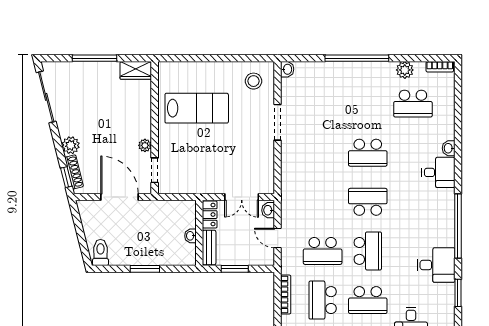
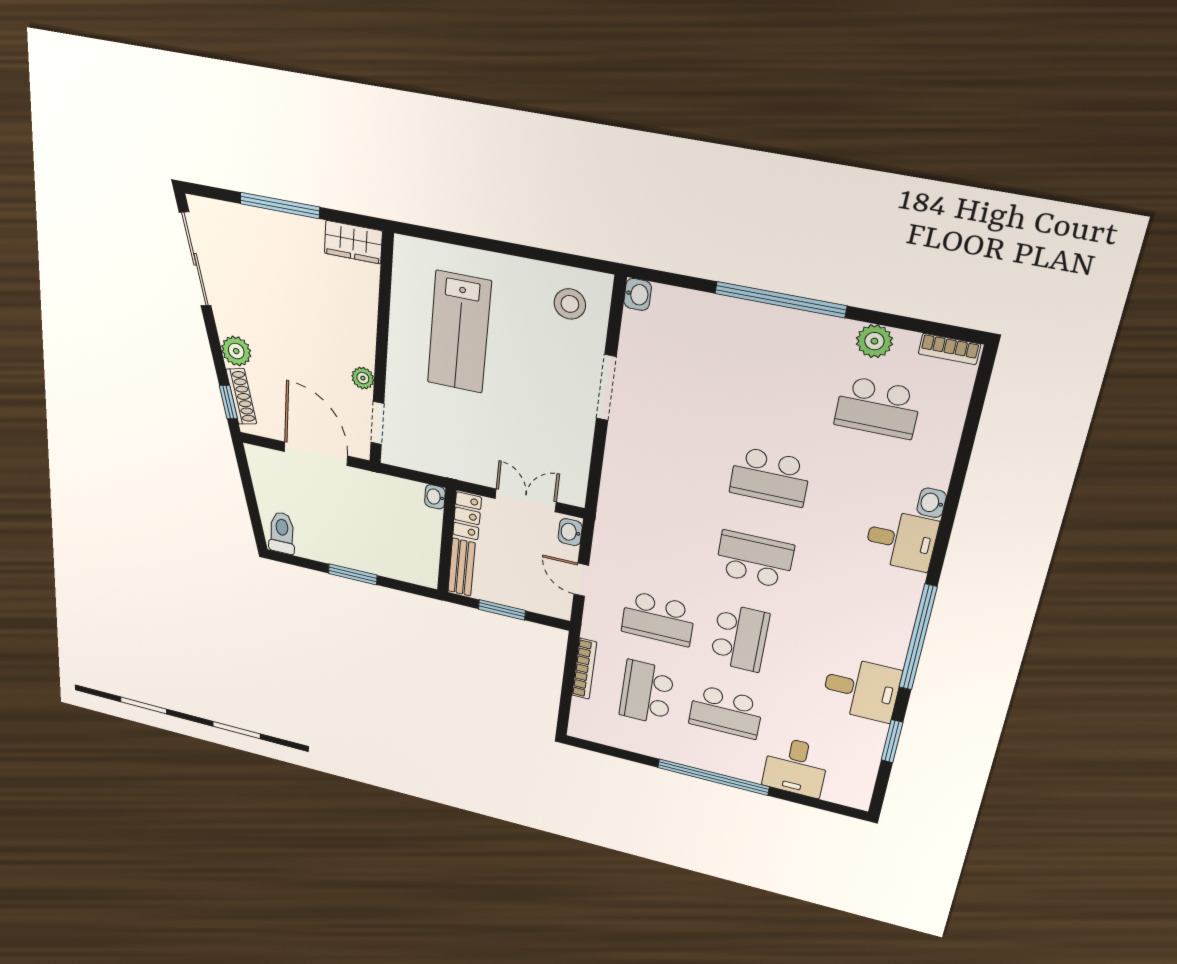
lab bench: (197, 108) -> (459, 332), turned 90
double door: (242, 197) -> (526, 500), swing flipped
washbasin: (190, 236) -> (435, 497), moved

